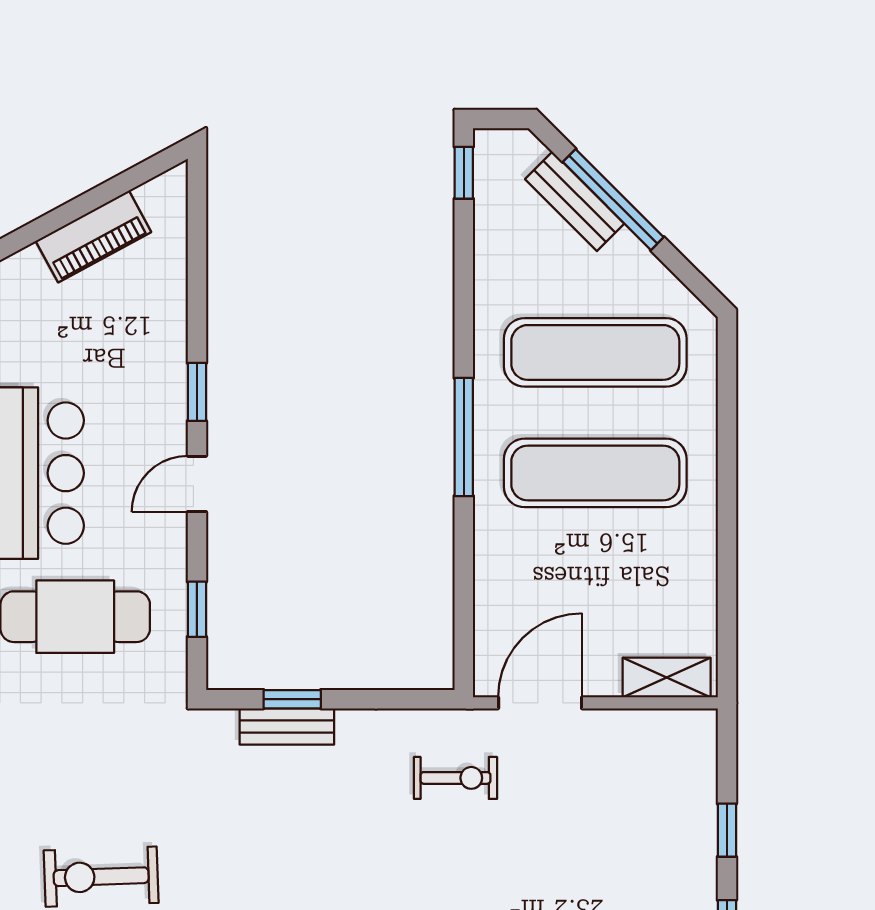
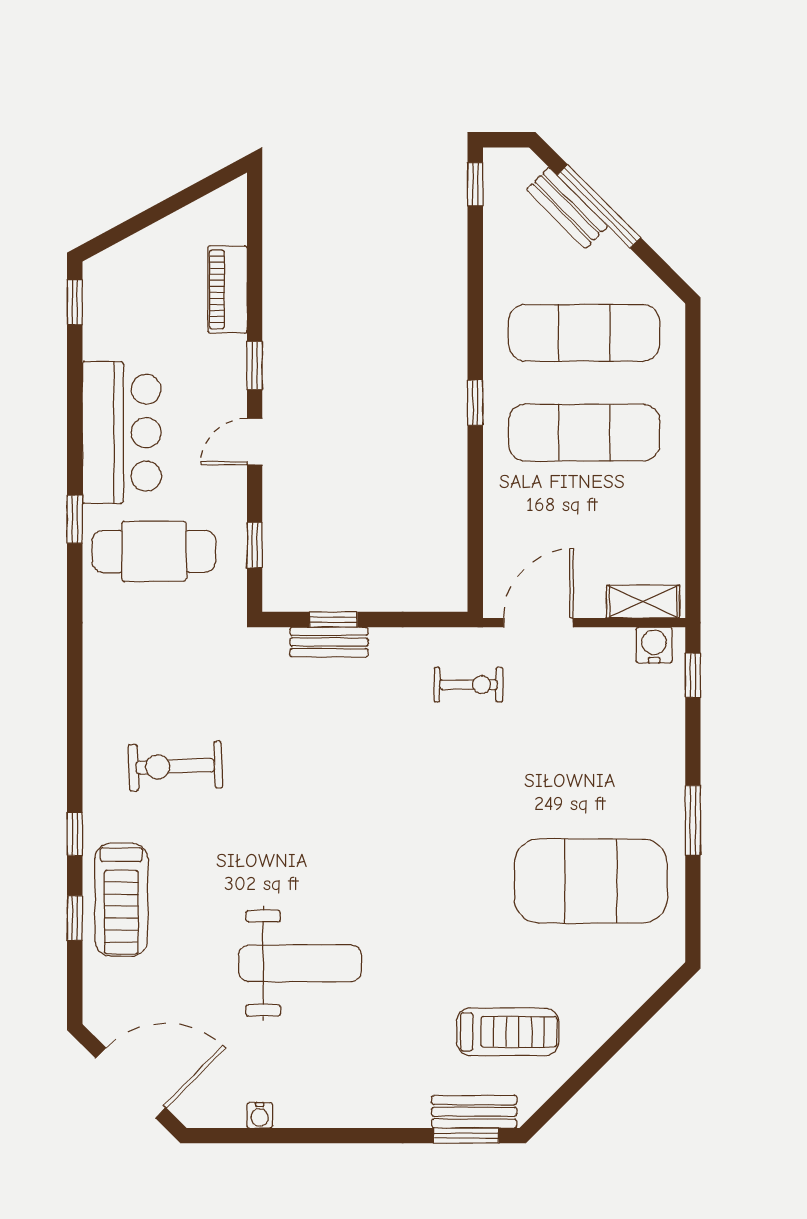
piano: (93, 237) -> (227, 289), moved, turned 118
window: (464, 437) -> (475, 403), width x0.46
water cooler: (680, 730) -> (654, 645), added
window: (727, 830) -> (693, 675), moved

